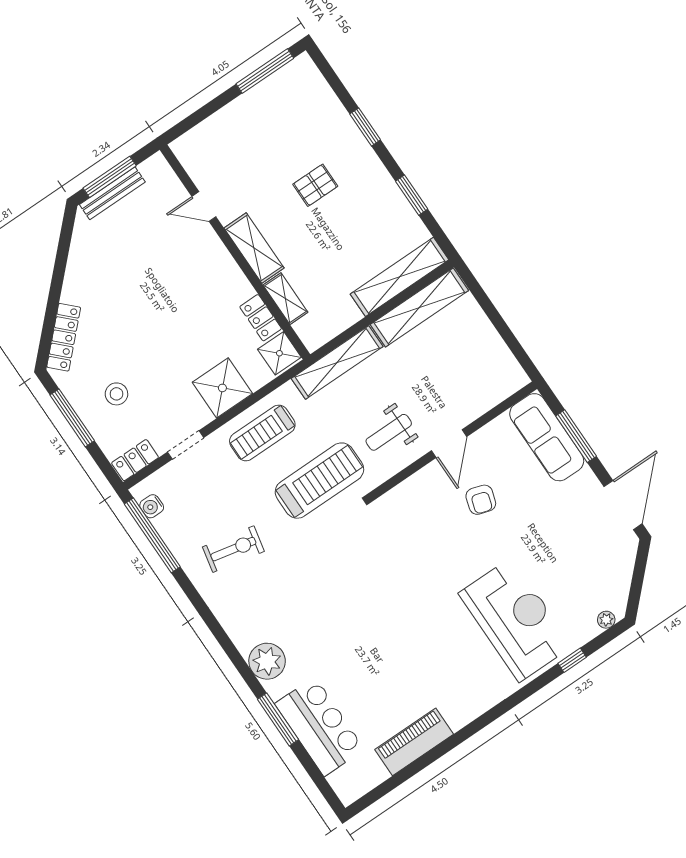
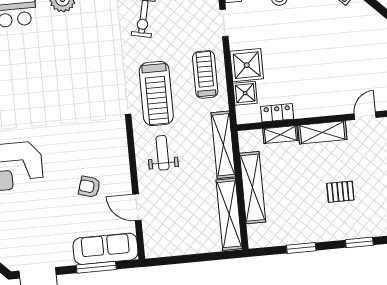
pallet: (315, 185) -> (340, 192), turned 90
shelving: (400, 277) -> (253, 188), moved
shower: (279, 353) -> (245, 93), moved
door: (449, 444) -> (137, 207), moved

